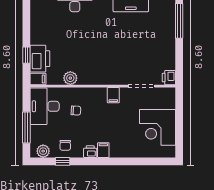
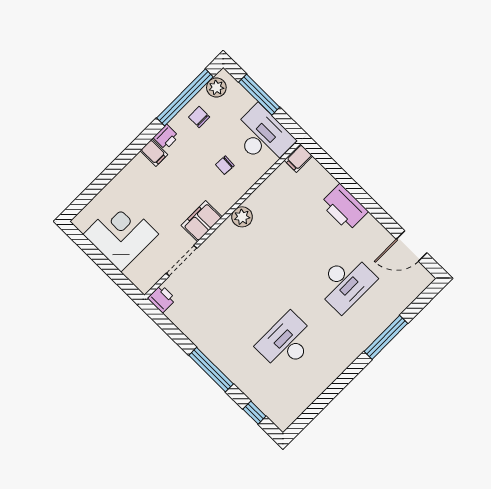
window: (26, 55) -> (336, 171), removed
printer: (40, 59) -> (344, 207), moved
plant: (70, 78) -> (242, 217), moved
filing cabinet: (113, 95) -> (202, 221), width x2.00
window: (63, 161) -> (185, 97), width x3.17

